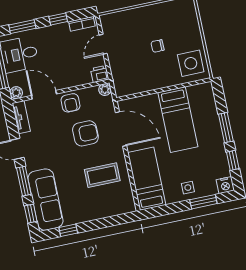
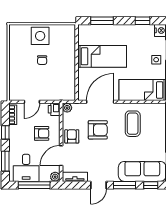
door: (103, 44) -> (32, 102), hinge flipped
side table: (191, 63) -> (40, 36), moved
armchair: (66, 65) -> (42, 133), added
armchair: (70, 103) -> (72, 136), turned -90
window: (226, 128) -> (102, 21), moved
armchair: (85, 133) -> (98, 130), turned 90

